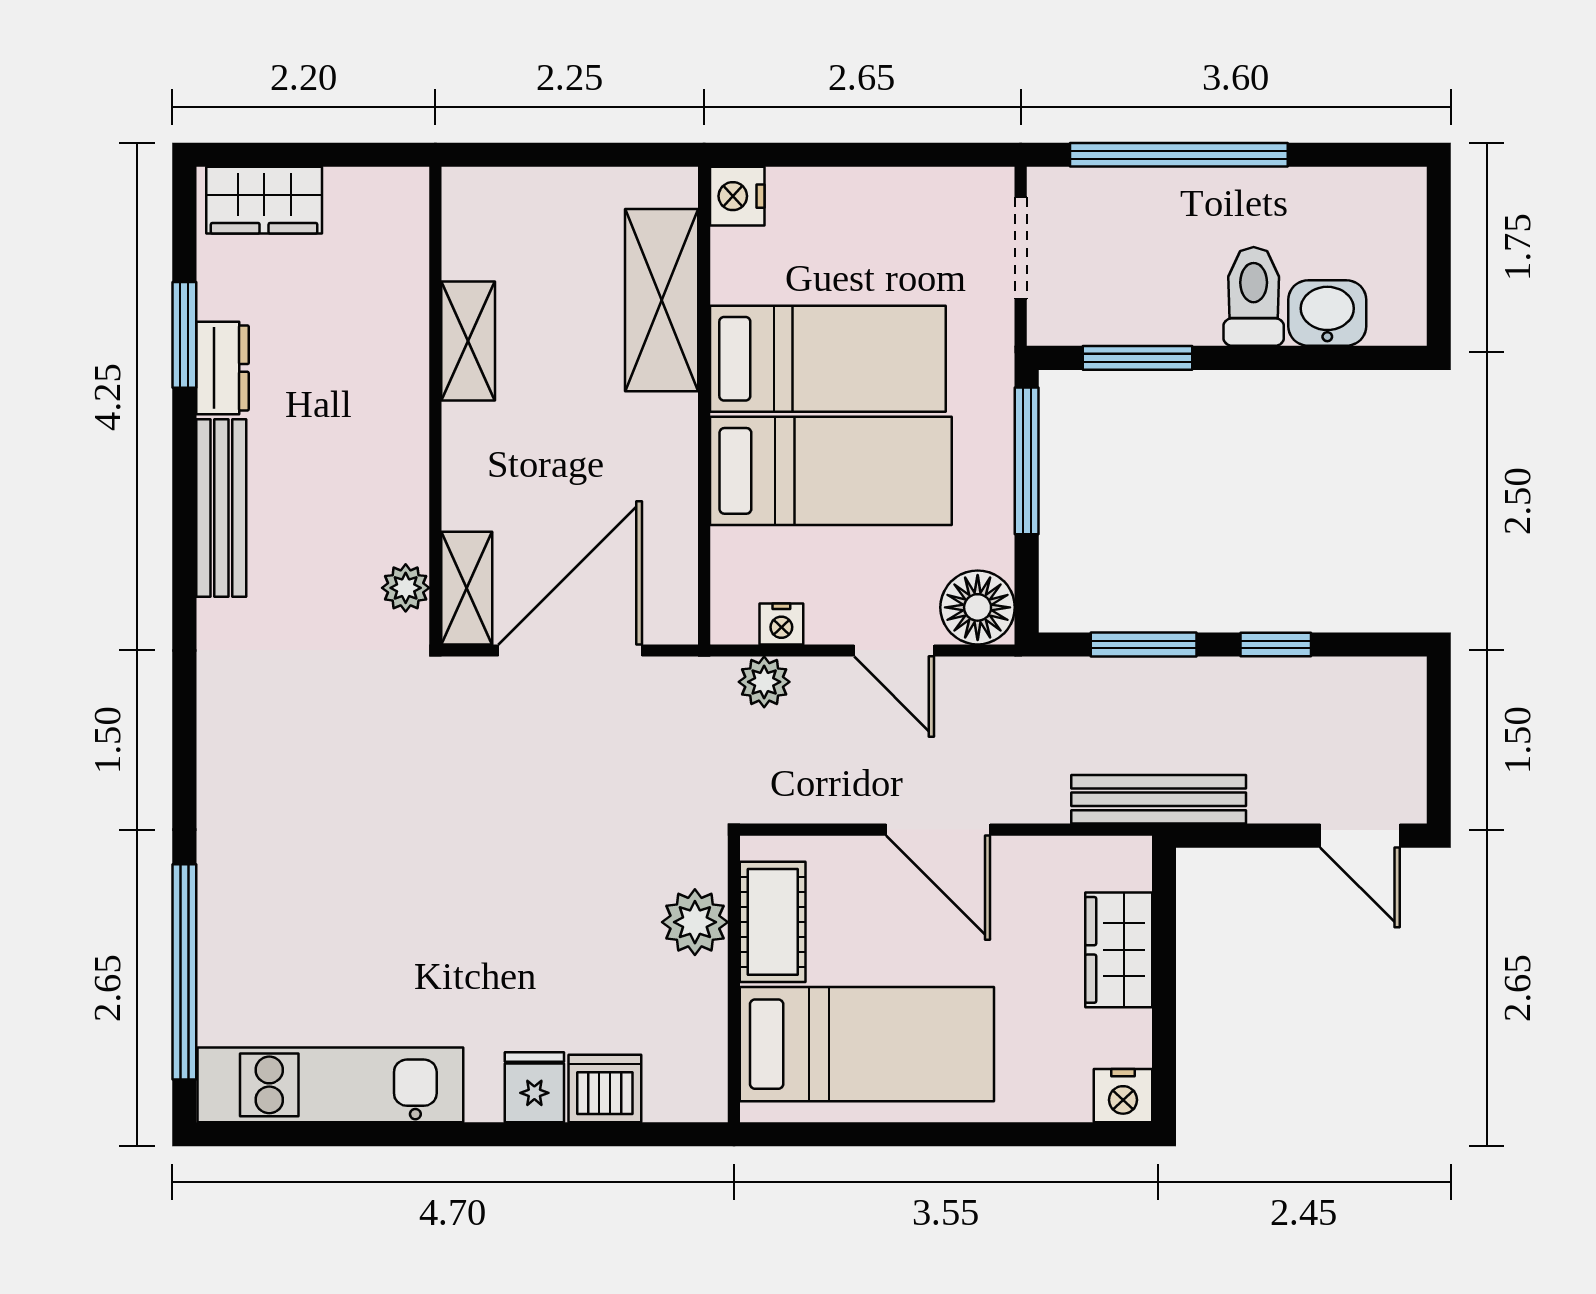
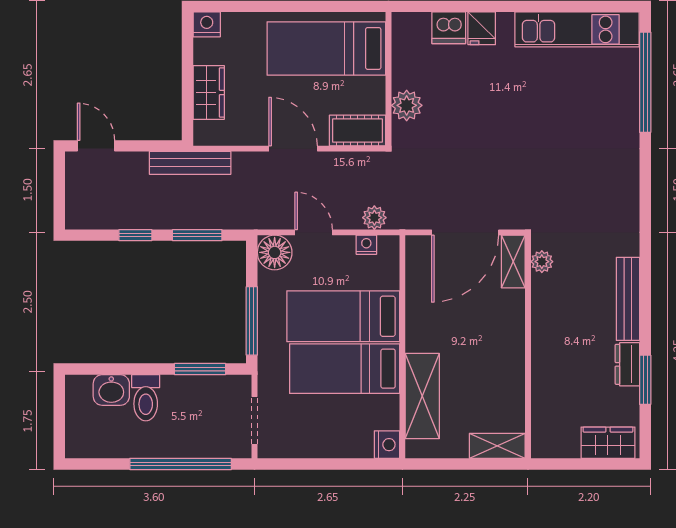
shelving: (468, 341) -> (497, 446), moved, turned 90
cot: (773, 922) -> (358, 131), moved, turned 90

